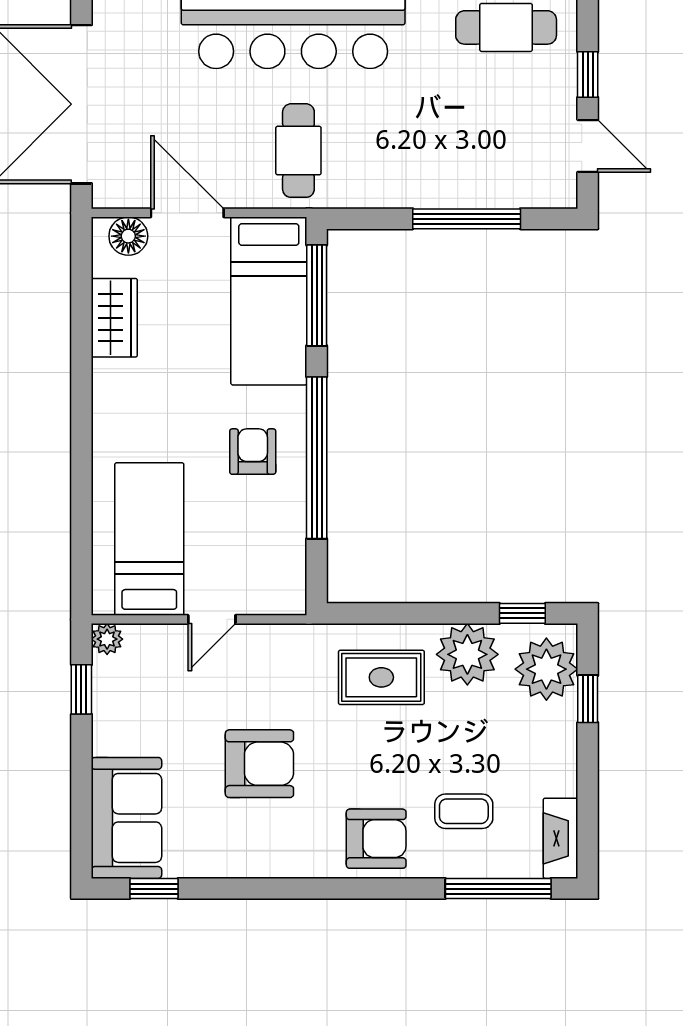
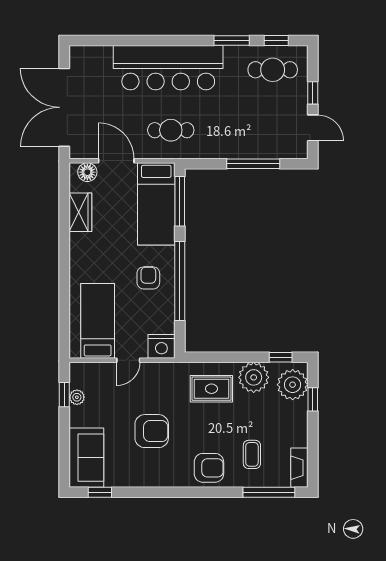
cafe table: (298, 151) -> (171, 130), turned 90
nightstand: (279, 591) -> (161, 346), added
plant: (107, 639) -> (77, 397), moved
coffee table: (464, 811) -> (252, 454), turned 90

